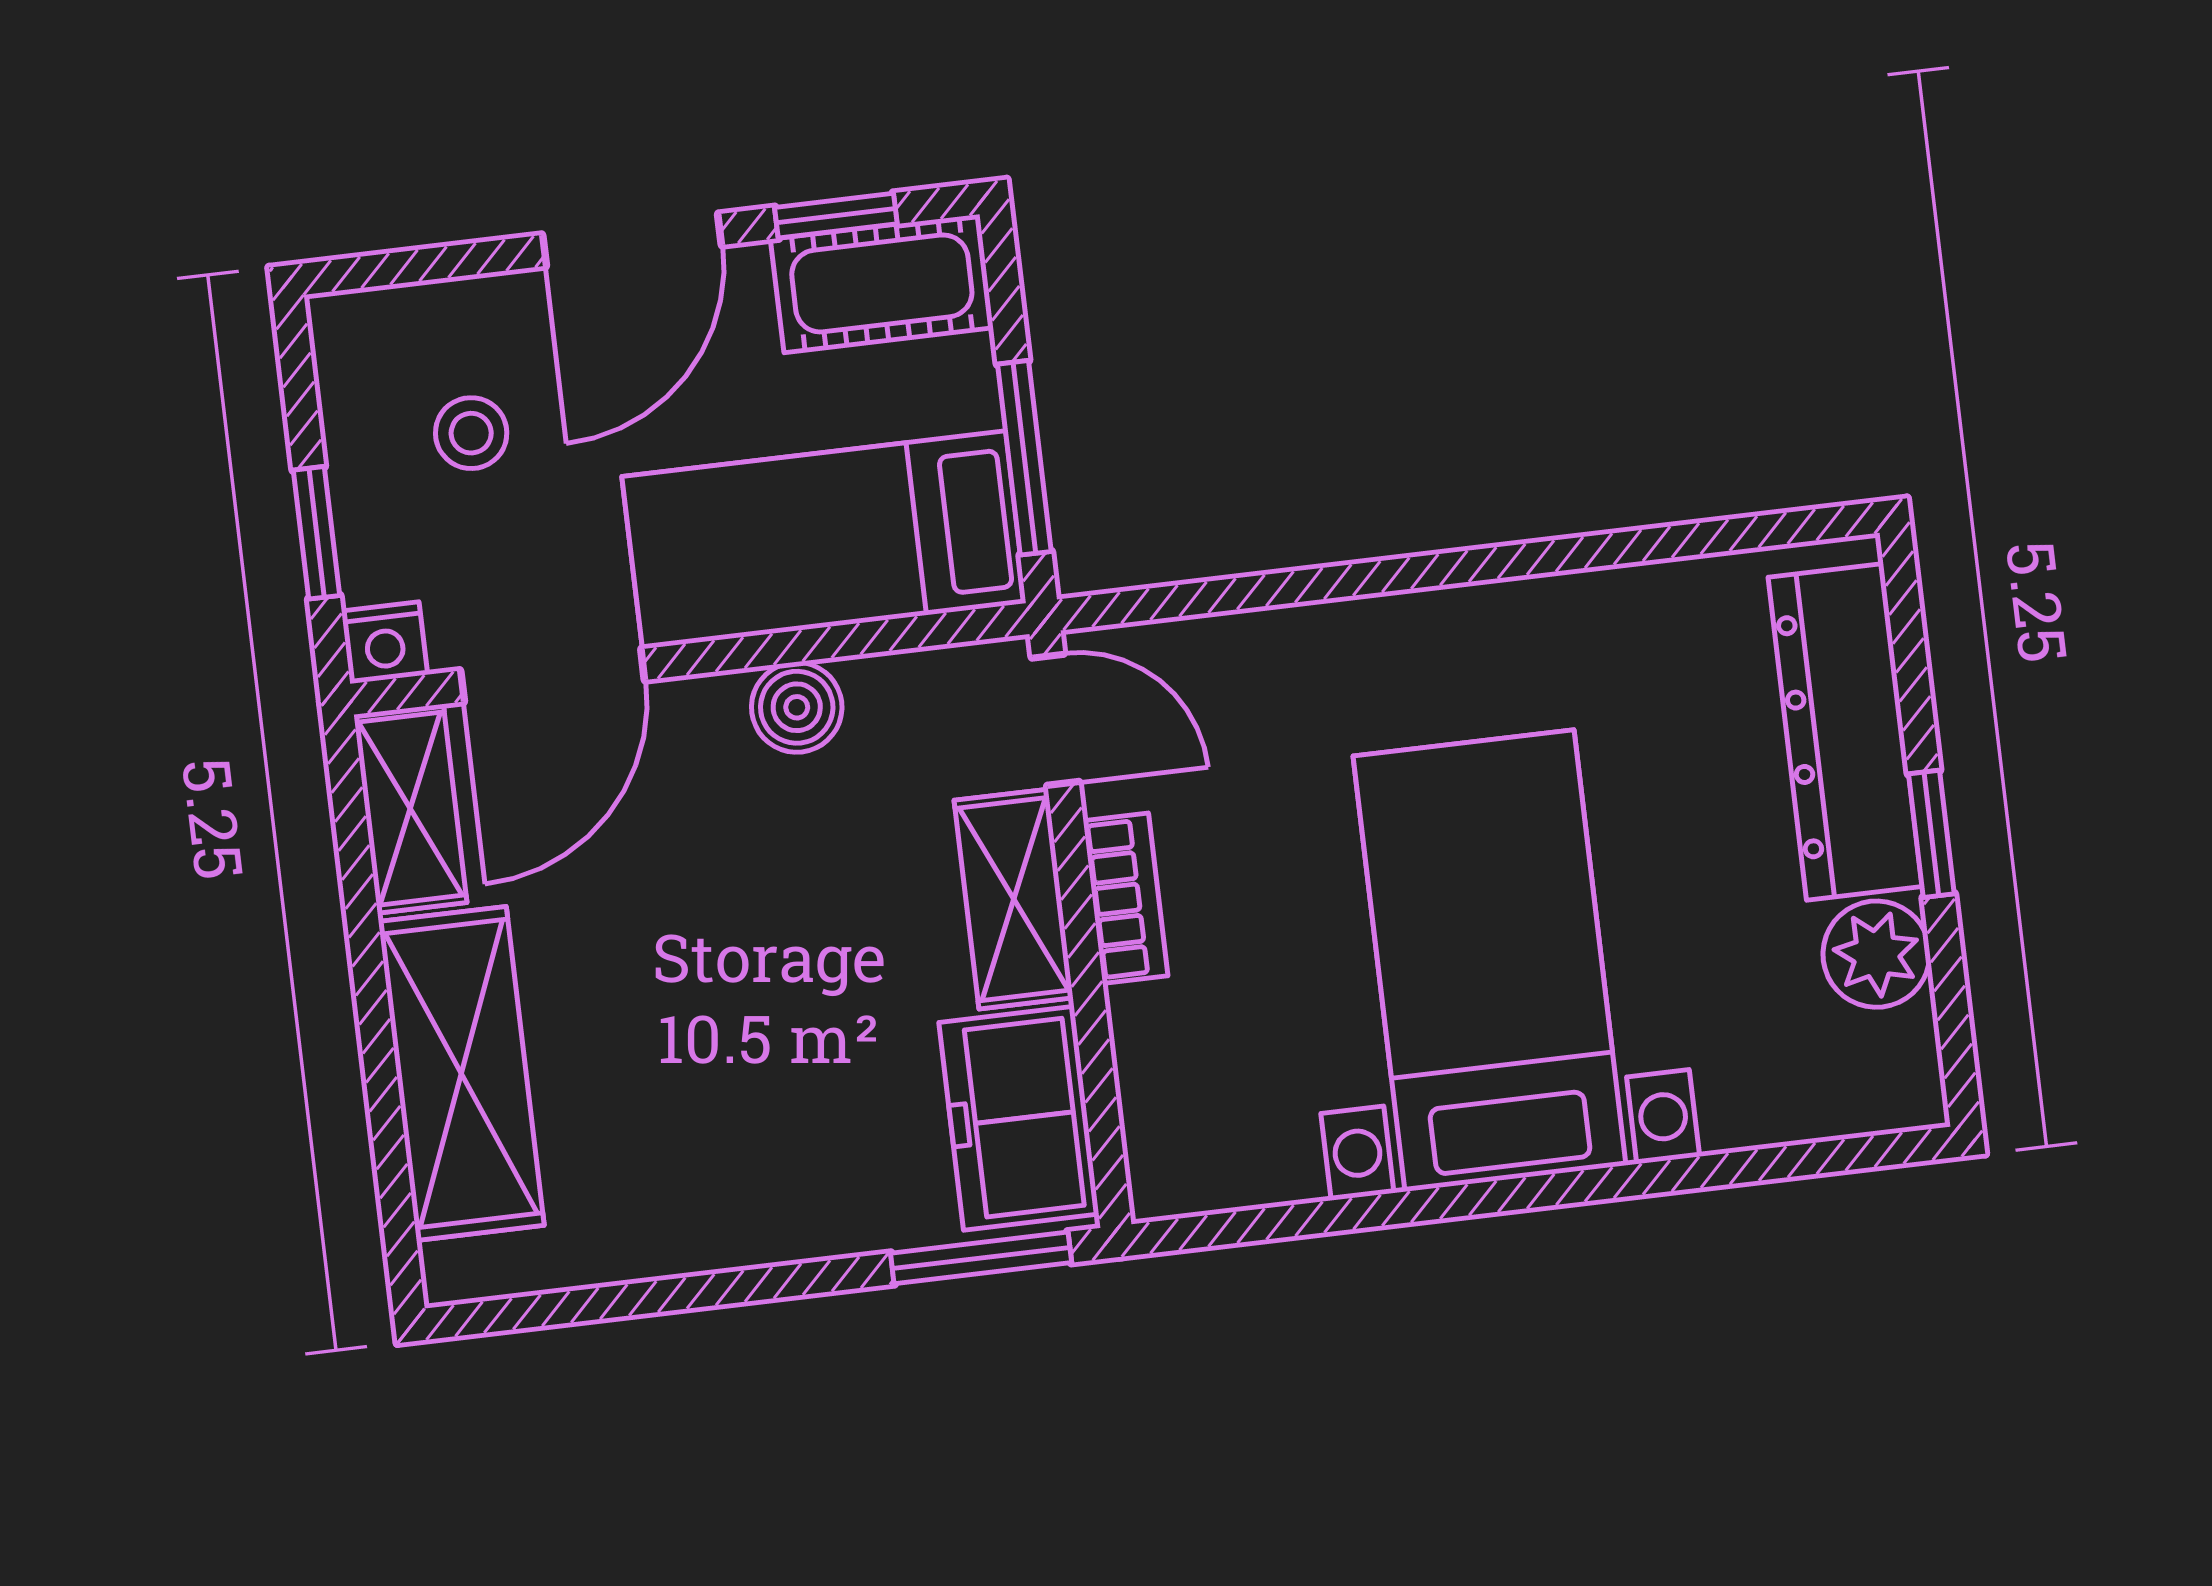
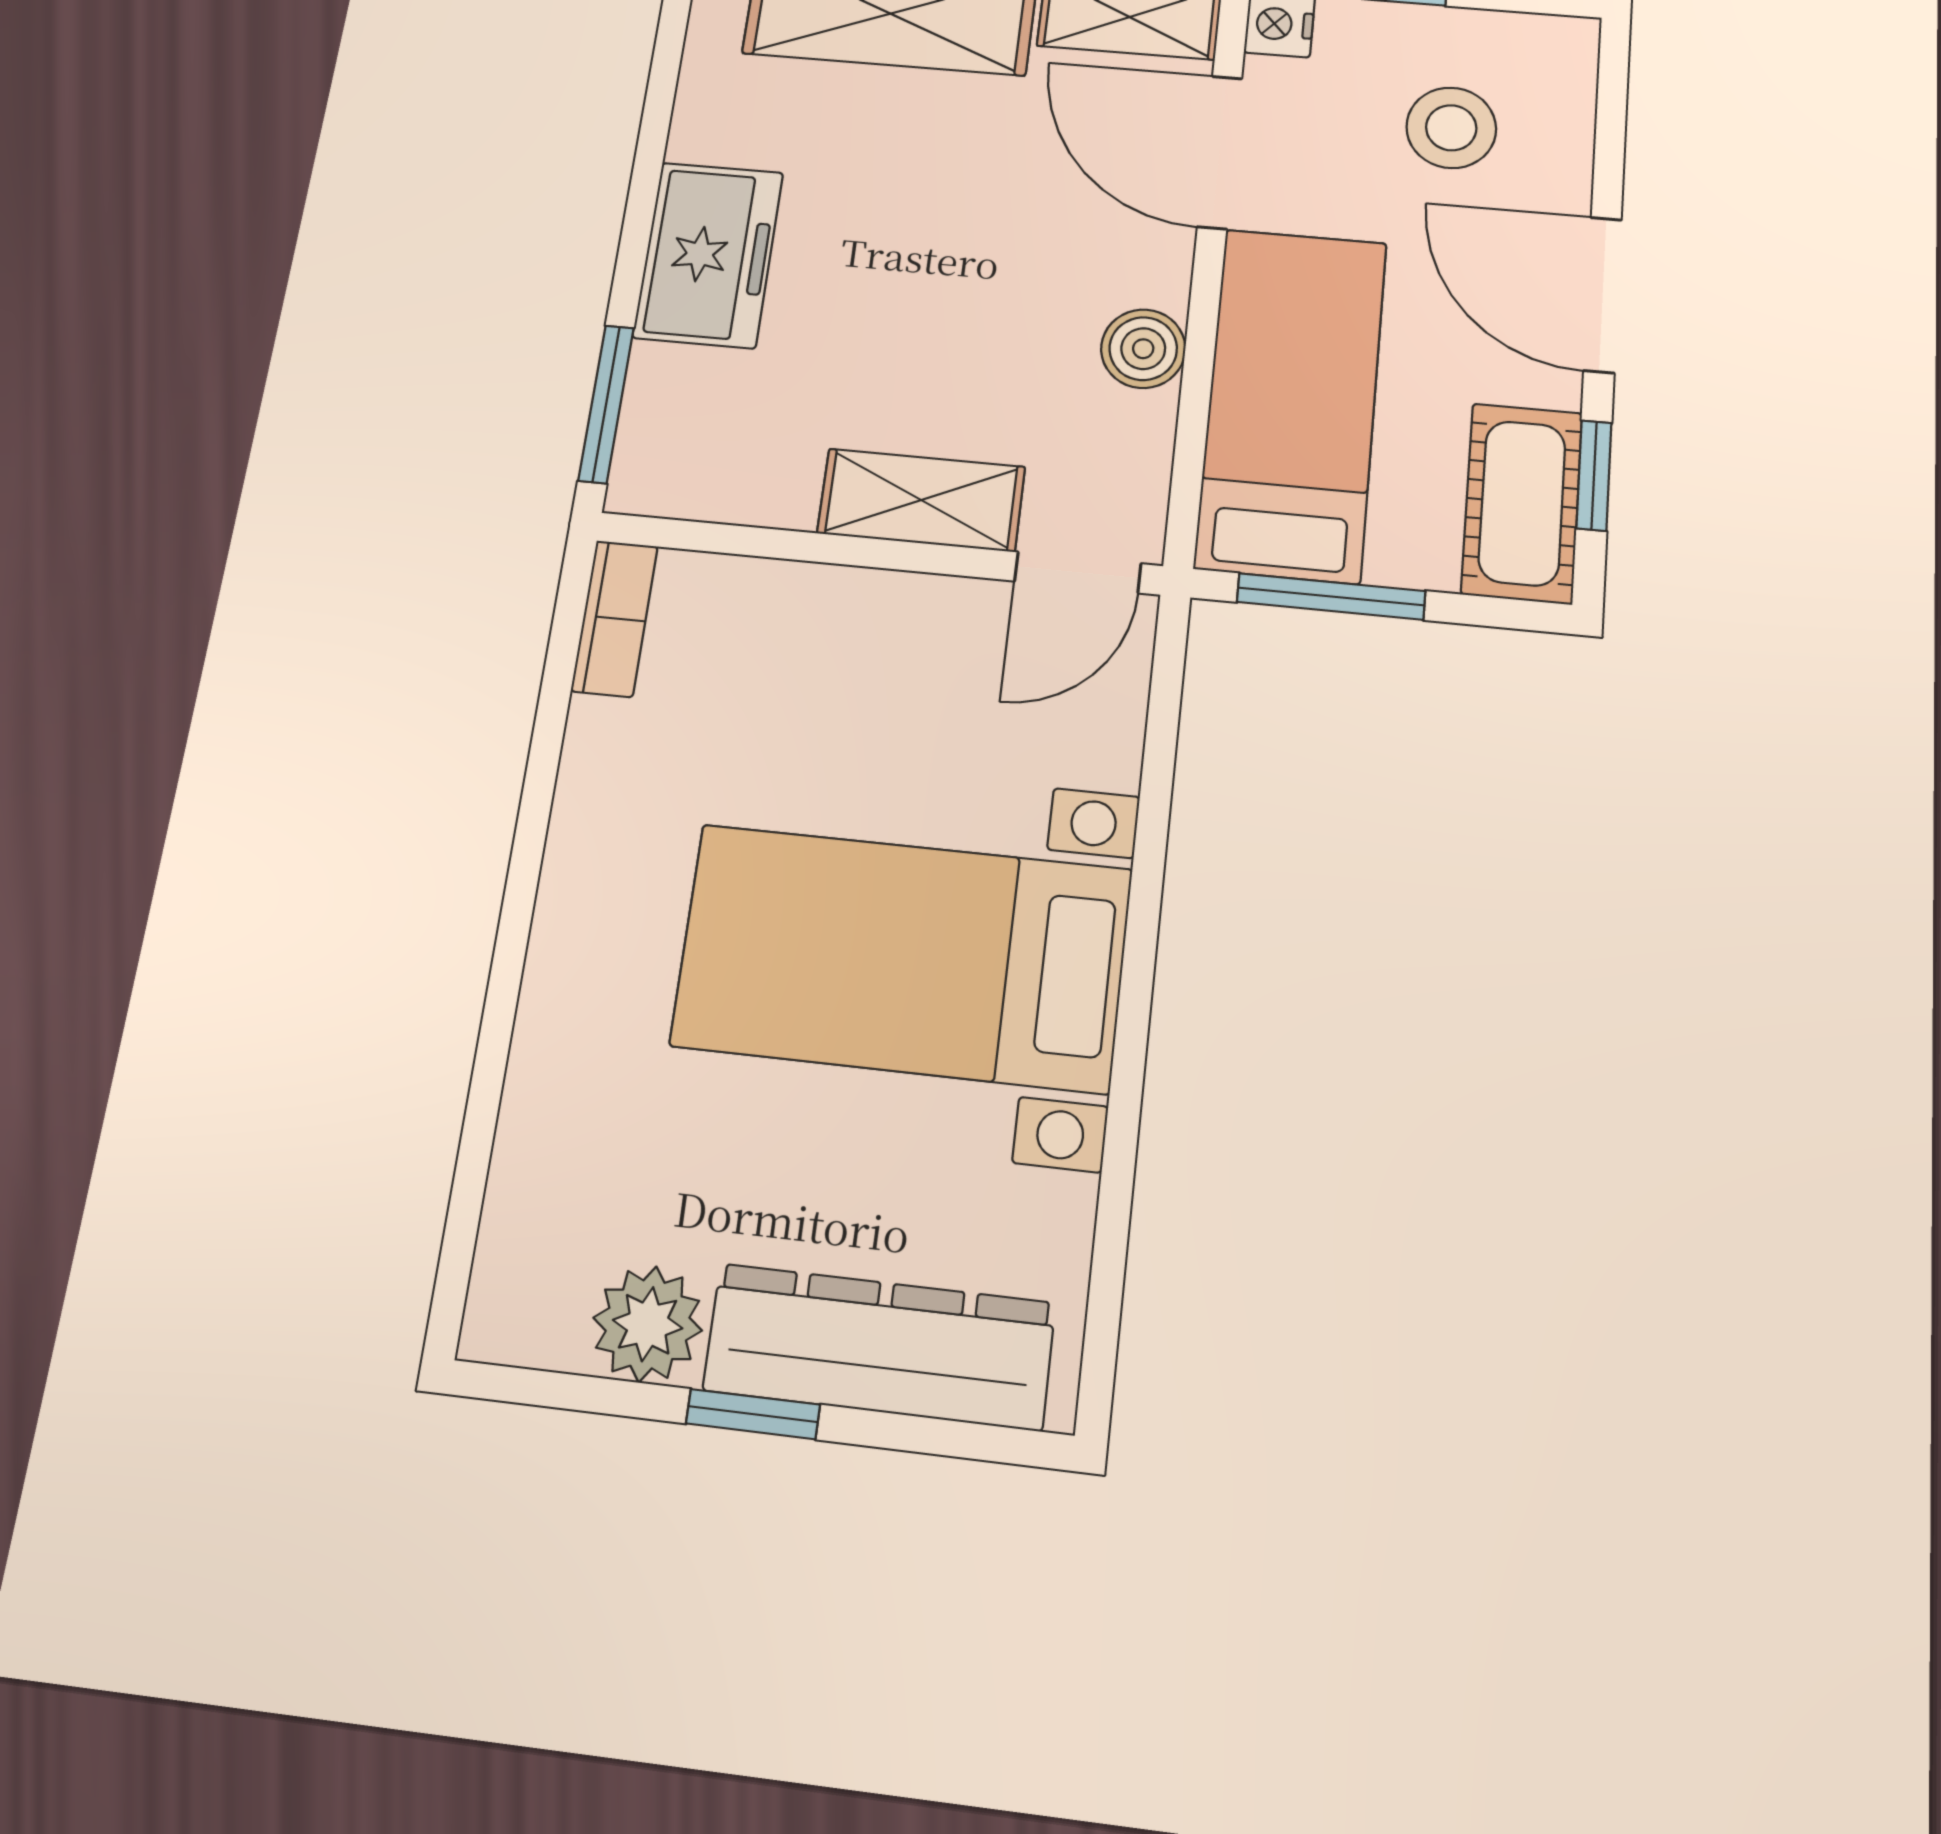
stool: (471, 433) -> (1451, 128), width x1.37, depth x1.37
bookcase: (1126, 898) -> (614, 618), moved, turned -90
bed with nightstands: (1490, 961) -> (902, 957), moved, turned 180
freezer: (1019, 1118) -> (708, 255), moved, turned 90

